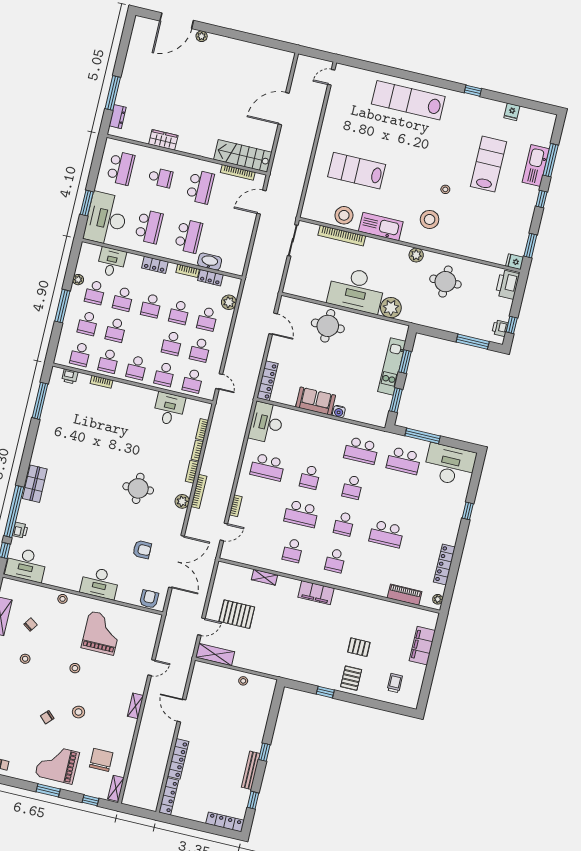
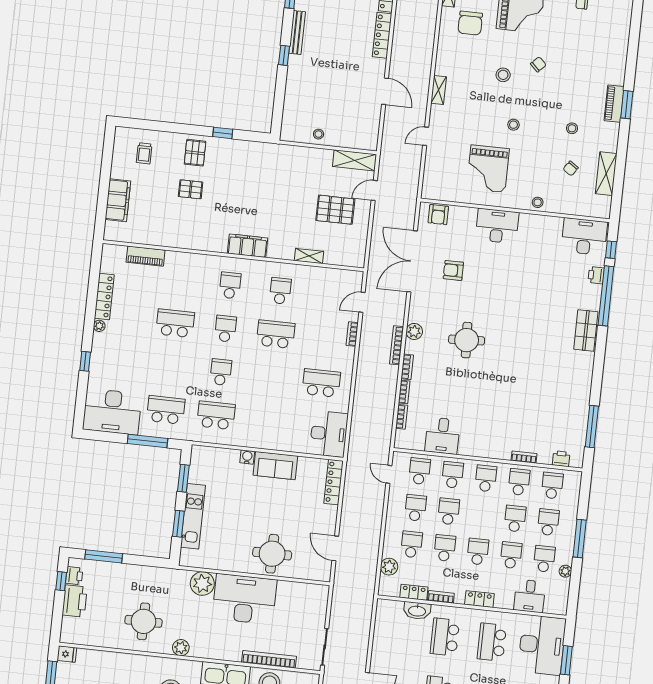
printer: (507, 284) -> (75, 601), moved
school desk: (310, 477) -> (271, 377), removed
plant: (438, 599) -> (99, 326), moved

